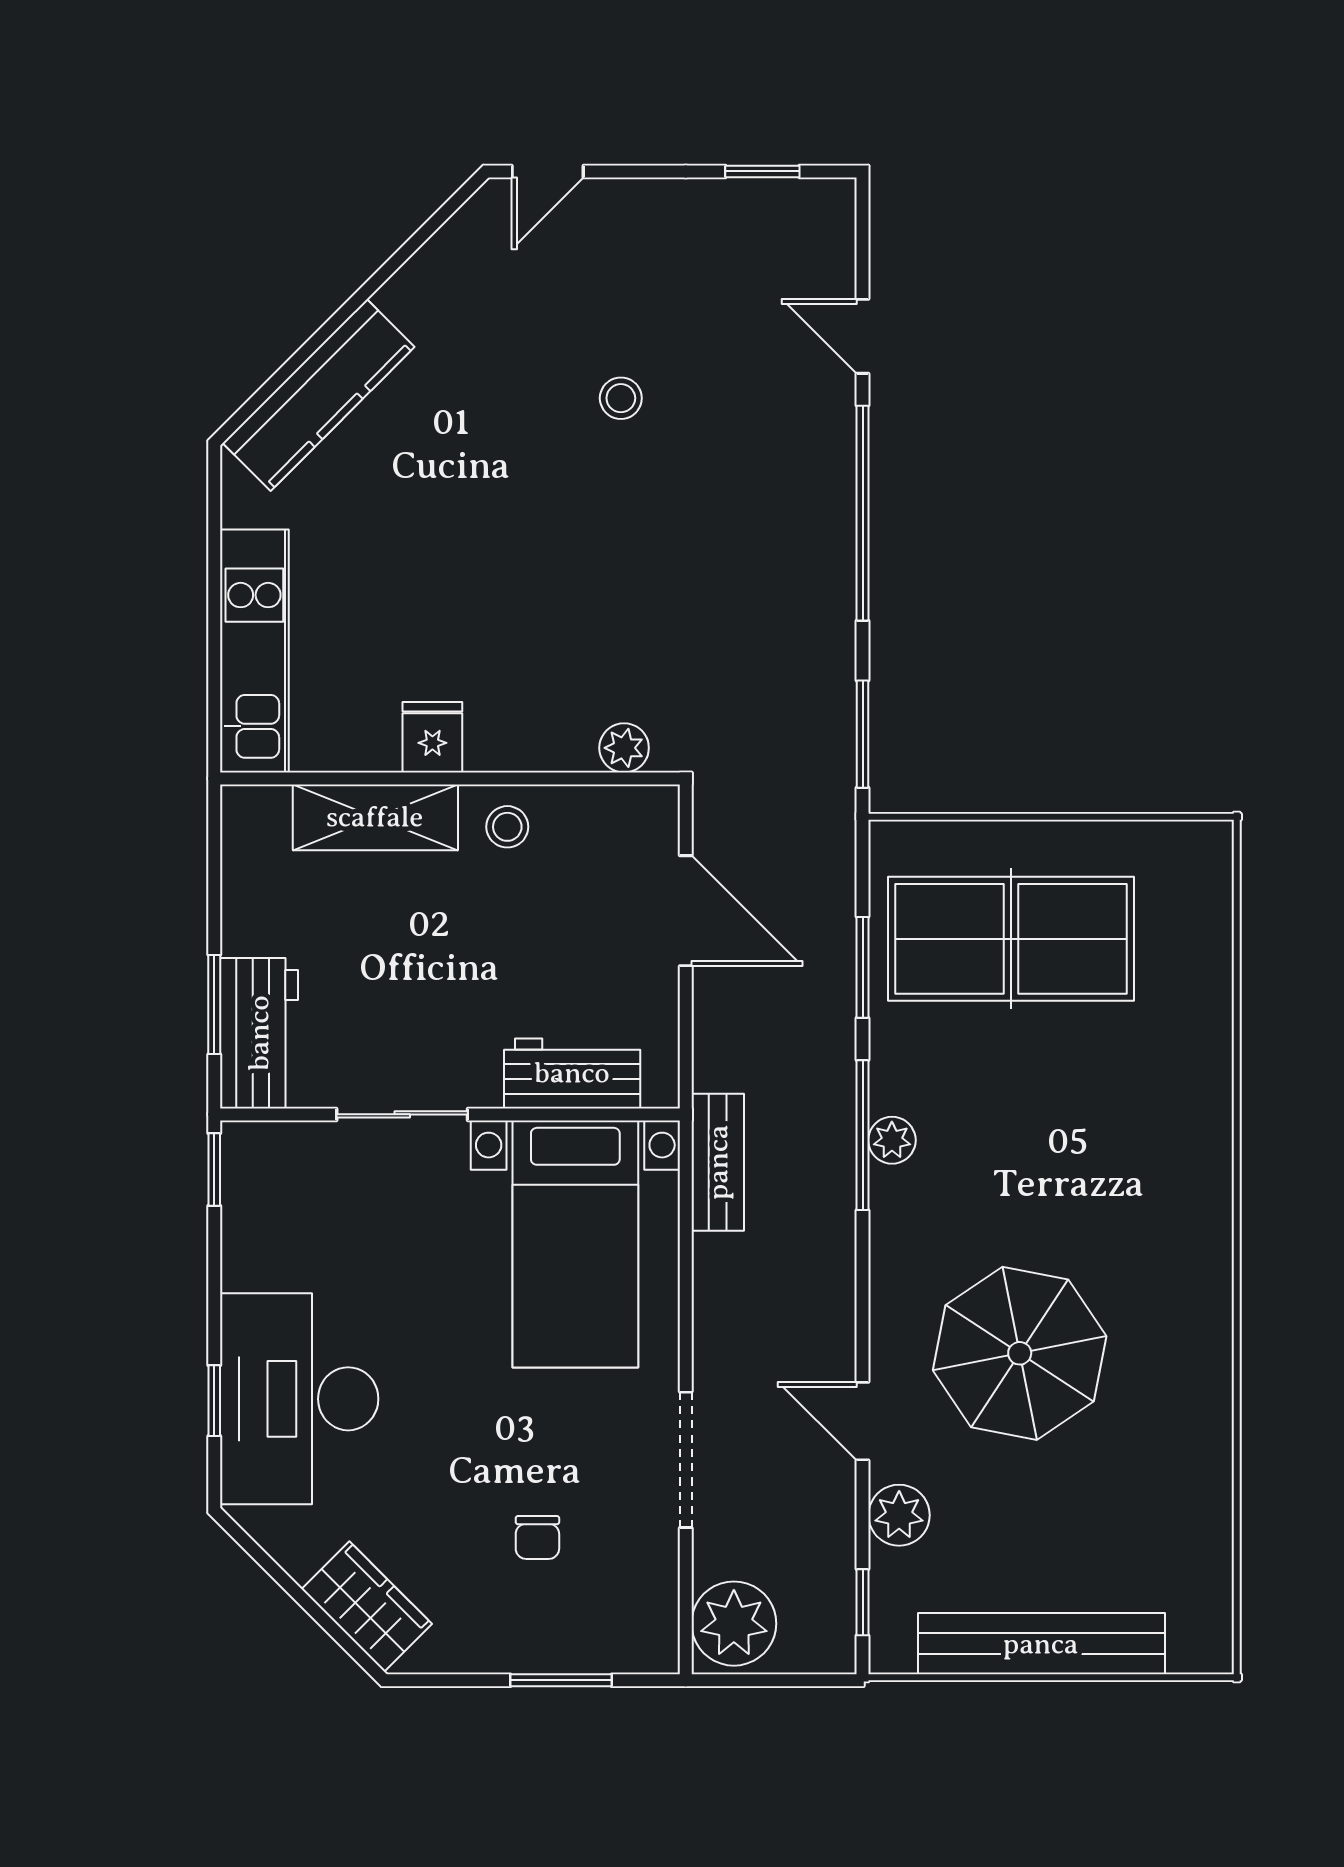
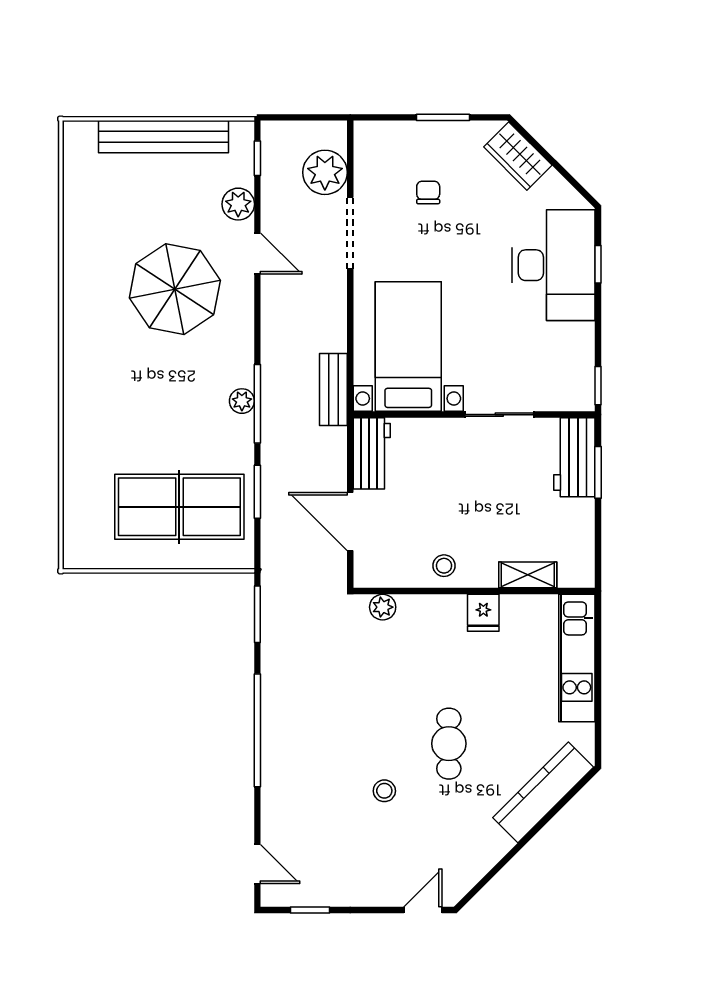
door: (863, 336) -> (257, 864), moved
cafe table: (498, 488) -> (449, 744), added
shelving: (375, 817) -> (528, 575), width x0.67, depth x0.75
workbench: (572, 1073) -> (372, 453), moved, turned -90
plant: (734, 1624) -> (325, 172), moved
window: (561, 1680) -> (443, 117), moved

